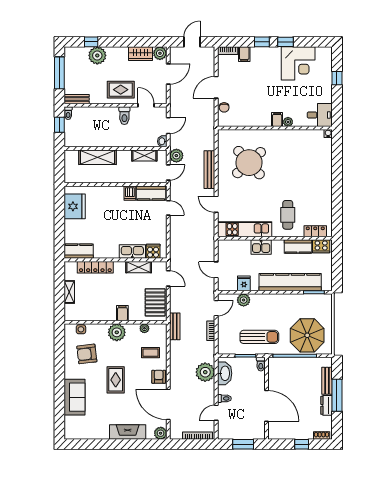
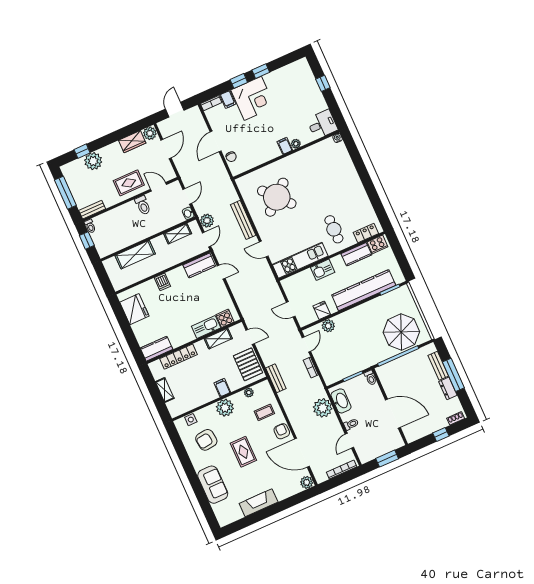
corner desk: (298, 63) -> (253, 98), moved
dishwasher: (130, 193) -> (162, 282), moved
sun lounger: (259, 337) -> (358, 353), removed
fireplace: (128, 432) -> (259, 503), moved

